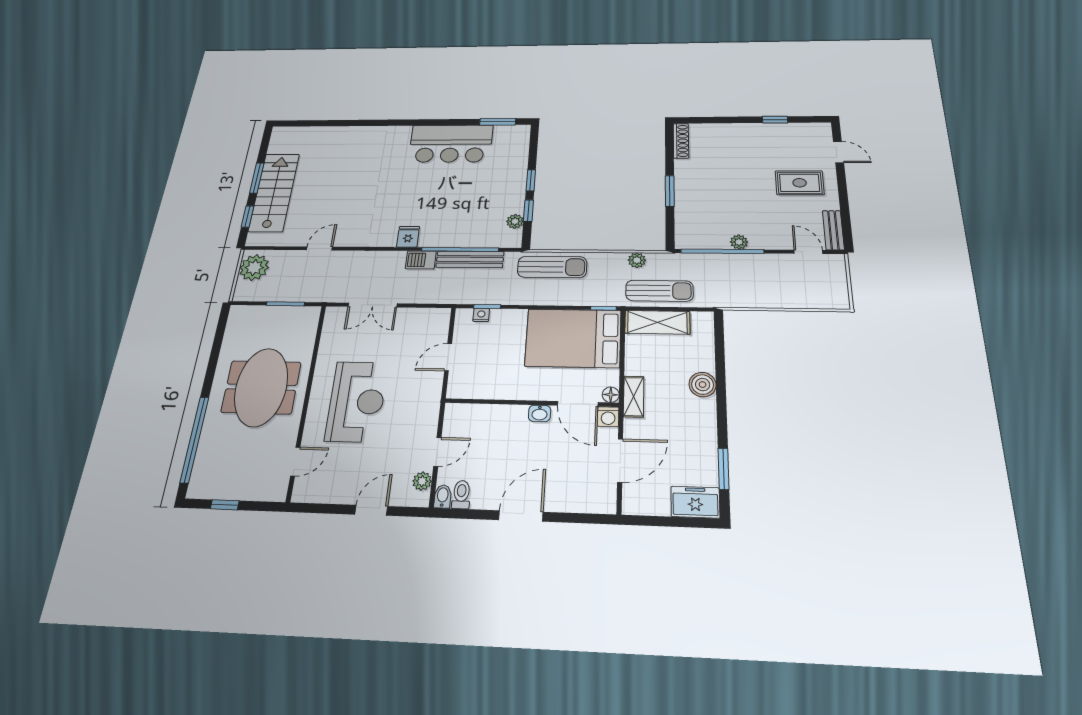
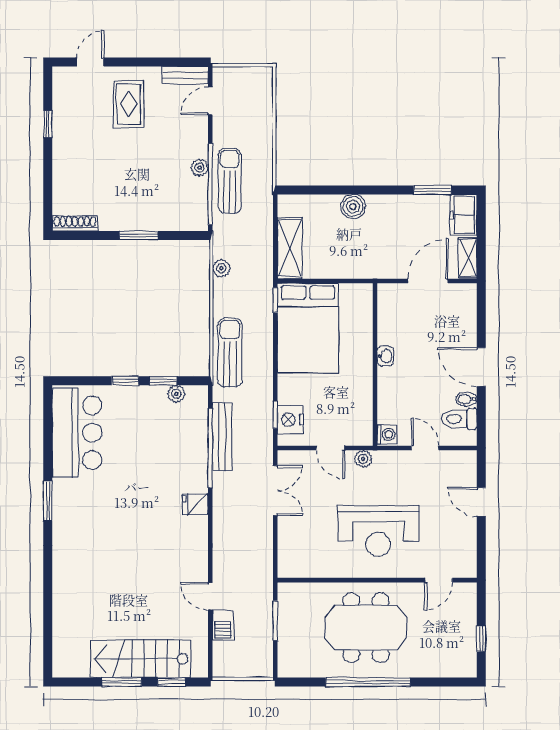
window: (498, 122) -> (48, 501), moved
bar counter: (451, 144) -> (77, 433), moved
barbecue: (421, 260) -> (223, 625), moved
plant: (254, 268) -> (234, 662), removed
sun lounger: (659, 291) -> (230, 181), moved
double door: (373, 305) -> (275, 491), moved
nightstand: (481, 315) -> (290, 420), width x1.89, depth x1.79
floor lamp: (611, 395) -> (365, 291), removed
shelving: (634, 397) -> (468, 258), moved, turned 90
reception desk: (357, 401) -> (378, 531), turned 180
door: (578, 404) -> (375, 321), removed
washing machine: (608, 417) -> (387, 434), moved
window: (195, 439) -> (368, 682), moved
door: (620, 460) -> (428, 281), hinge flipped
door: (295, 461) -> (439, 580), swing flipped
plant: (422, 481) -> (363, 459), moved
toilet: (461, 495) -> (459, 419), width x1.37, depth x1.39
bidet: (443, 496) -> (466, 399), moved

